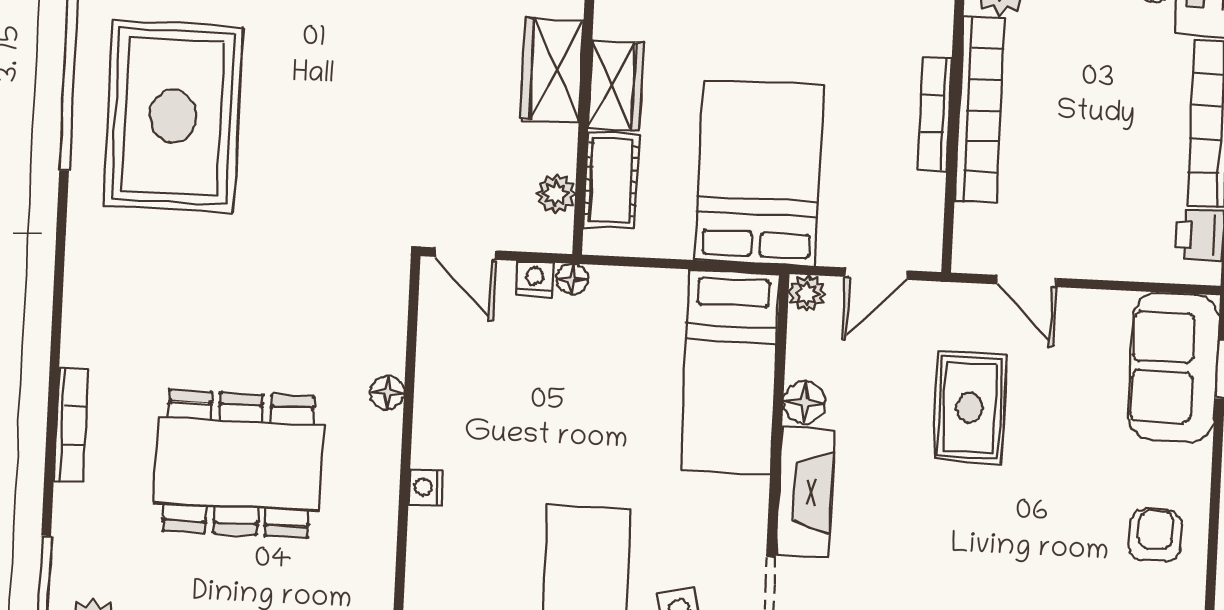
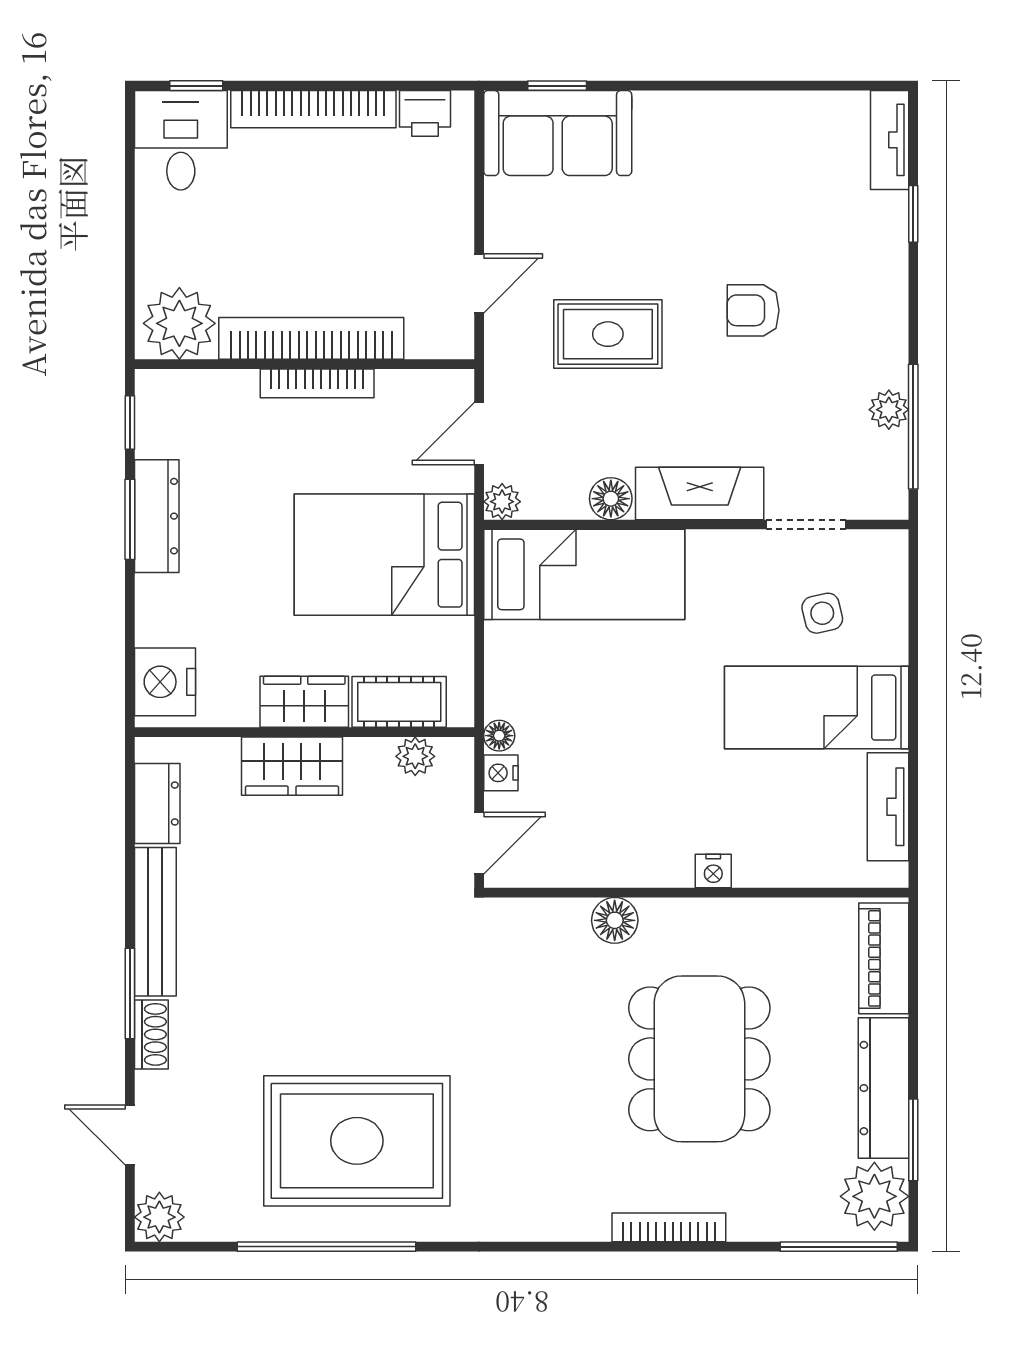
door: (876, 274) -> (479, 433), swing flipped
floor lamp: (387, 392) -> (615, 920), width x1.37, depth x1.37
armchair: (1155, 536) -> (753, 310), moved

